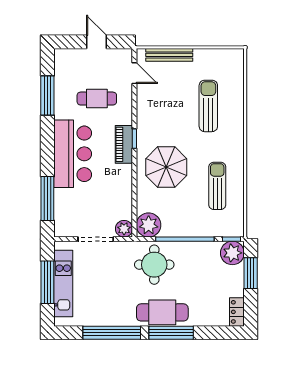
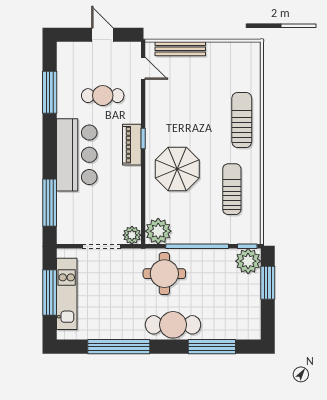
sun lounger: (208, 106) -> (242, 120), moved
locker: (237, 312) -> (253, 324), removed
window: (171, 333) -> (212, 347), moved

